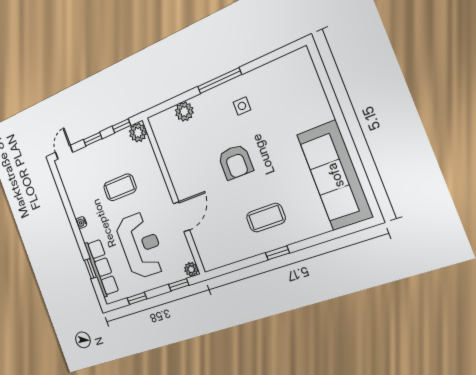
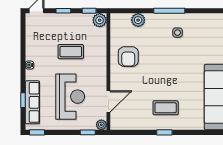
armchair: (235, 162) -> (128, 57), moved
door: (181, 217) -> (108, 101), moved
window: (137, 298) -> (37, 132), moved

